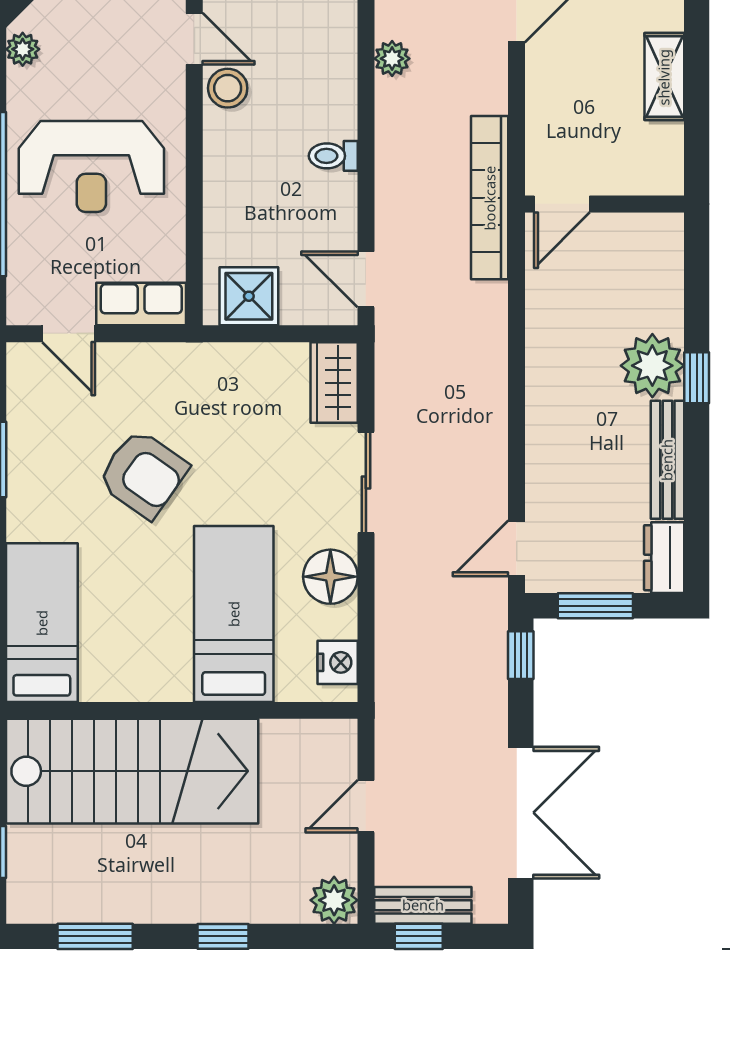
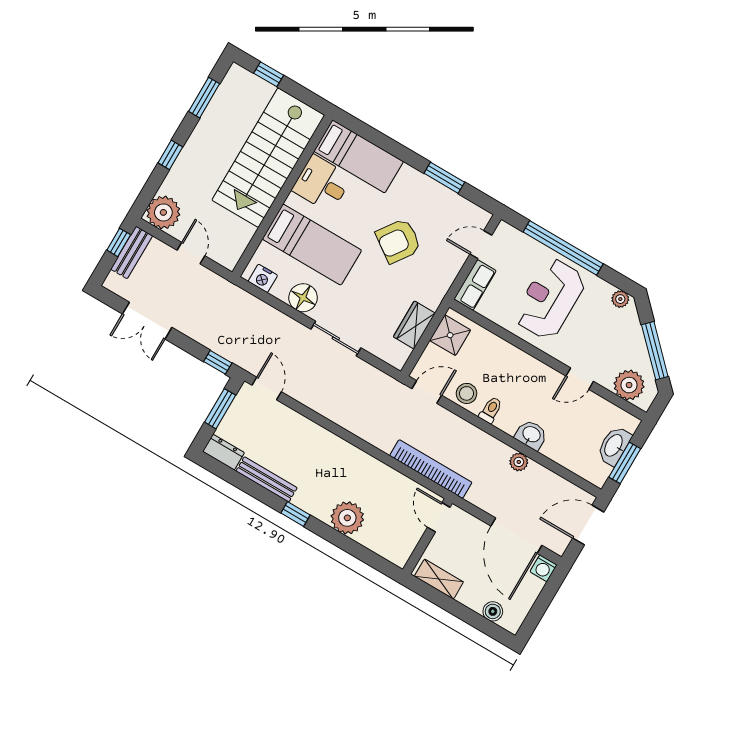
washbasin: (335, 64) -> (531, 435), added
stool: (228, 88) -> (467, 393), moved
door: (562, 204) -> (439, 517), moved
wall: (604, 204) -> (428, 536), moved
plant: (652, 366) -> (347, 518), moved
wardrobe: (334, 383) -> (414, 325), moved, turned -90
desk: (123, 657) -> (322, 184), added
double door: (521, 813) -> (147, 321), width x0.73
plant: (334, 900) -> (163, 212), width x1.36, depth x1.36

